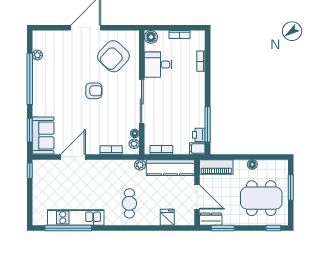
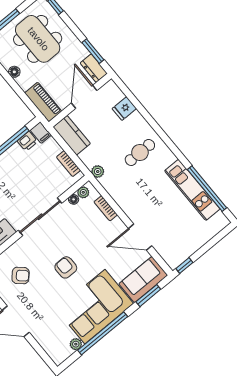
armchair: (113, 56) -> (21, 276), width x0.53, depth x0.53
corner sofa: (52, 88) -> (95, 307), added
kitchen counter: (170, 168) -> (72, 135), width x0.67

